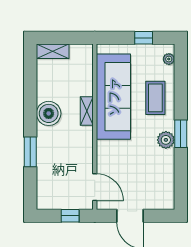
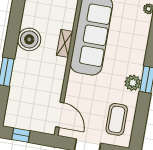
coffee table: (155, 98) -> (117, 119), moved
window: (70, 216) -> (21, 135), moved

